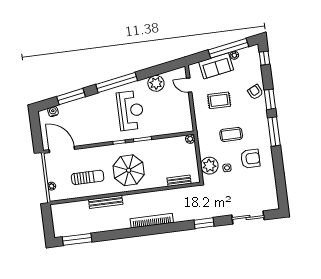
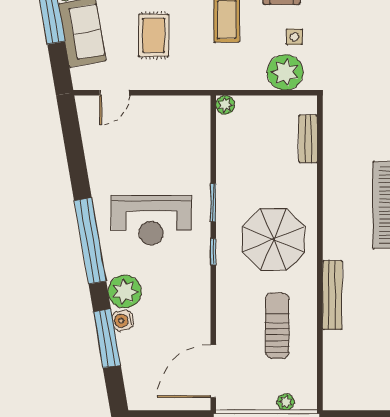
plant: (156, 83) -> (125, 292), moved
reception desk: (130, 110) -> (151, 220), turned 180
water cooler: (53, 112) -> (123, 320), moved

